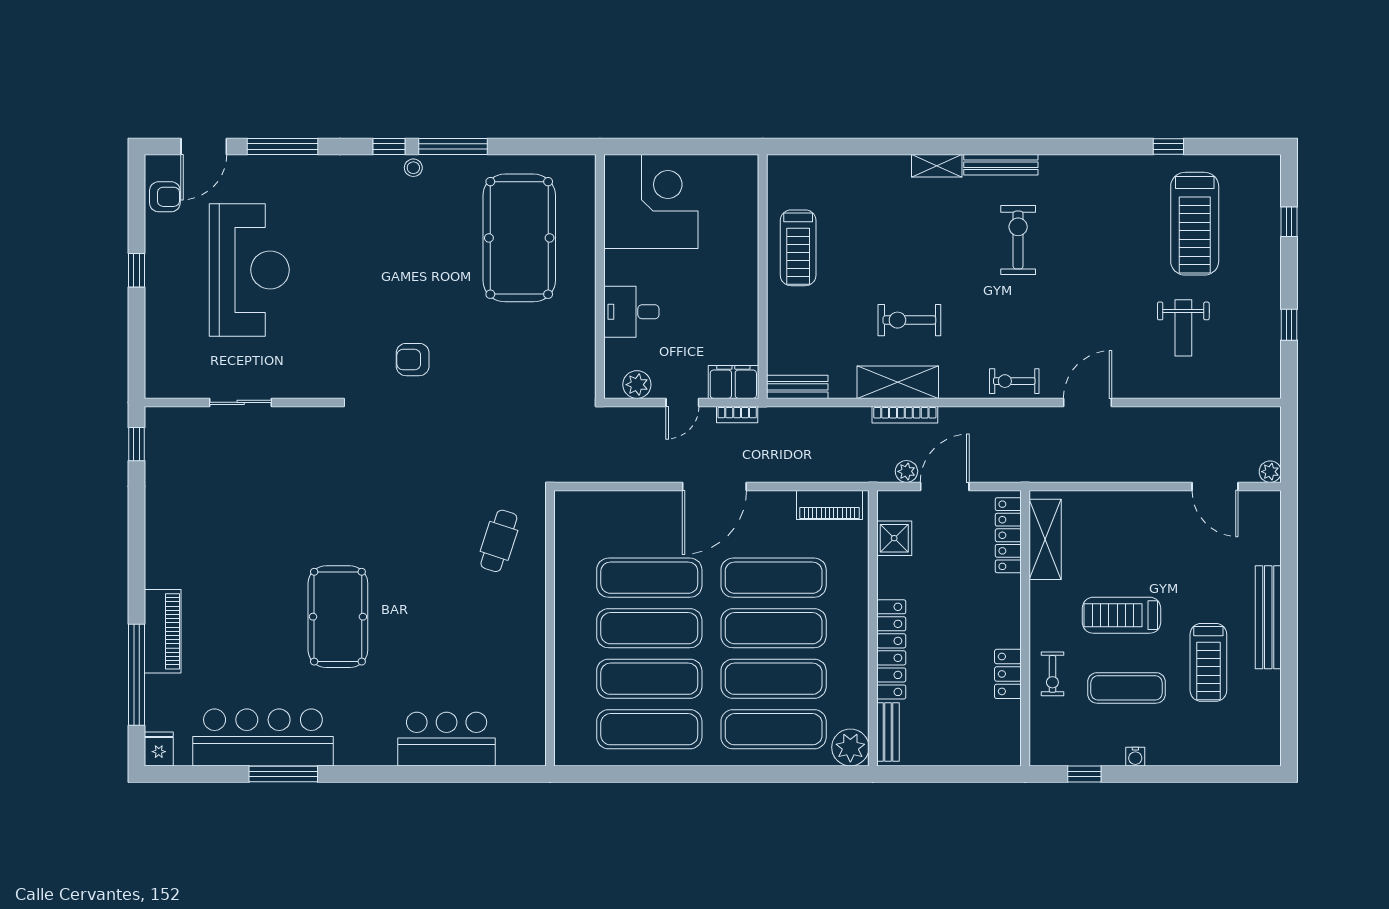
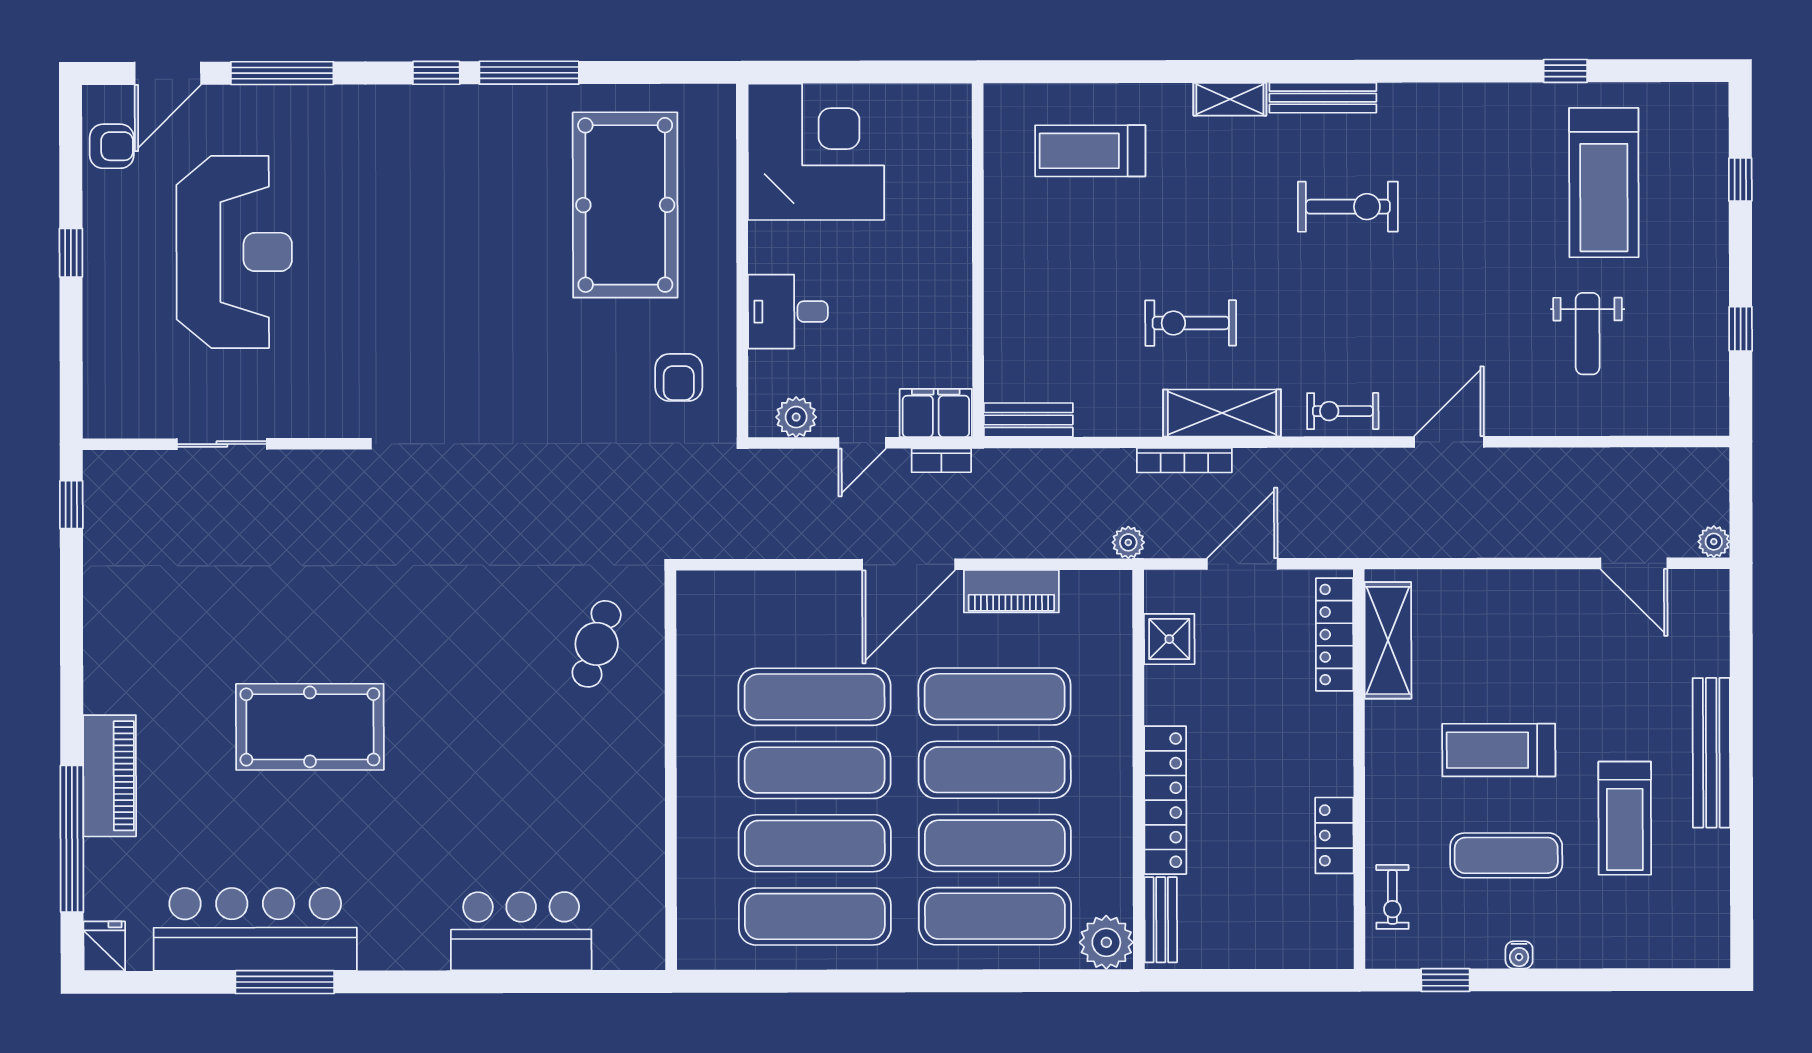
stool: (413, 168) -> (472, 104), removed
exercise bike: (1018, 240) -> (1348, 207), turned 90
treadmill: (798, 248) -> (1090, 151), moved, turned 90
armchair: (413, 360) -> (679, 377), moved, turned -90
shelving: (898, 382) -> (1222, 413), moved
plant: (906, 471) -> (1128, 542), moved
piano: (829, 505) -> (1011, 591), moved
pool table: (338, 617) -> (310, 727), moved, turned 90
exercise bike: (1052, 674) -> (1392, 897), moved

